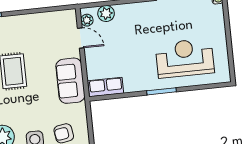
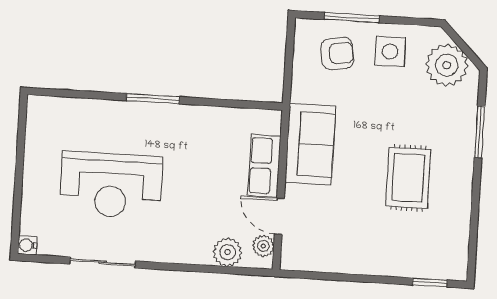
reception desk: (185, 58) -> (111, 185), moved
row of seats: (106, 87) -> (264, 166), moved, turned 90

